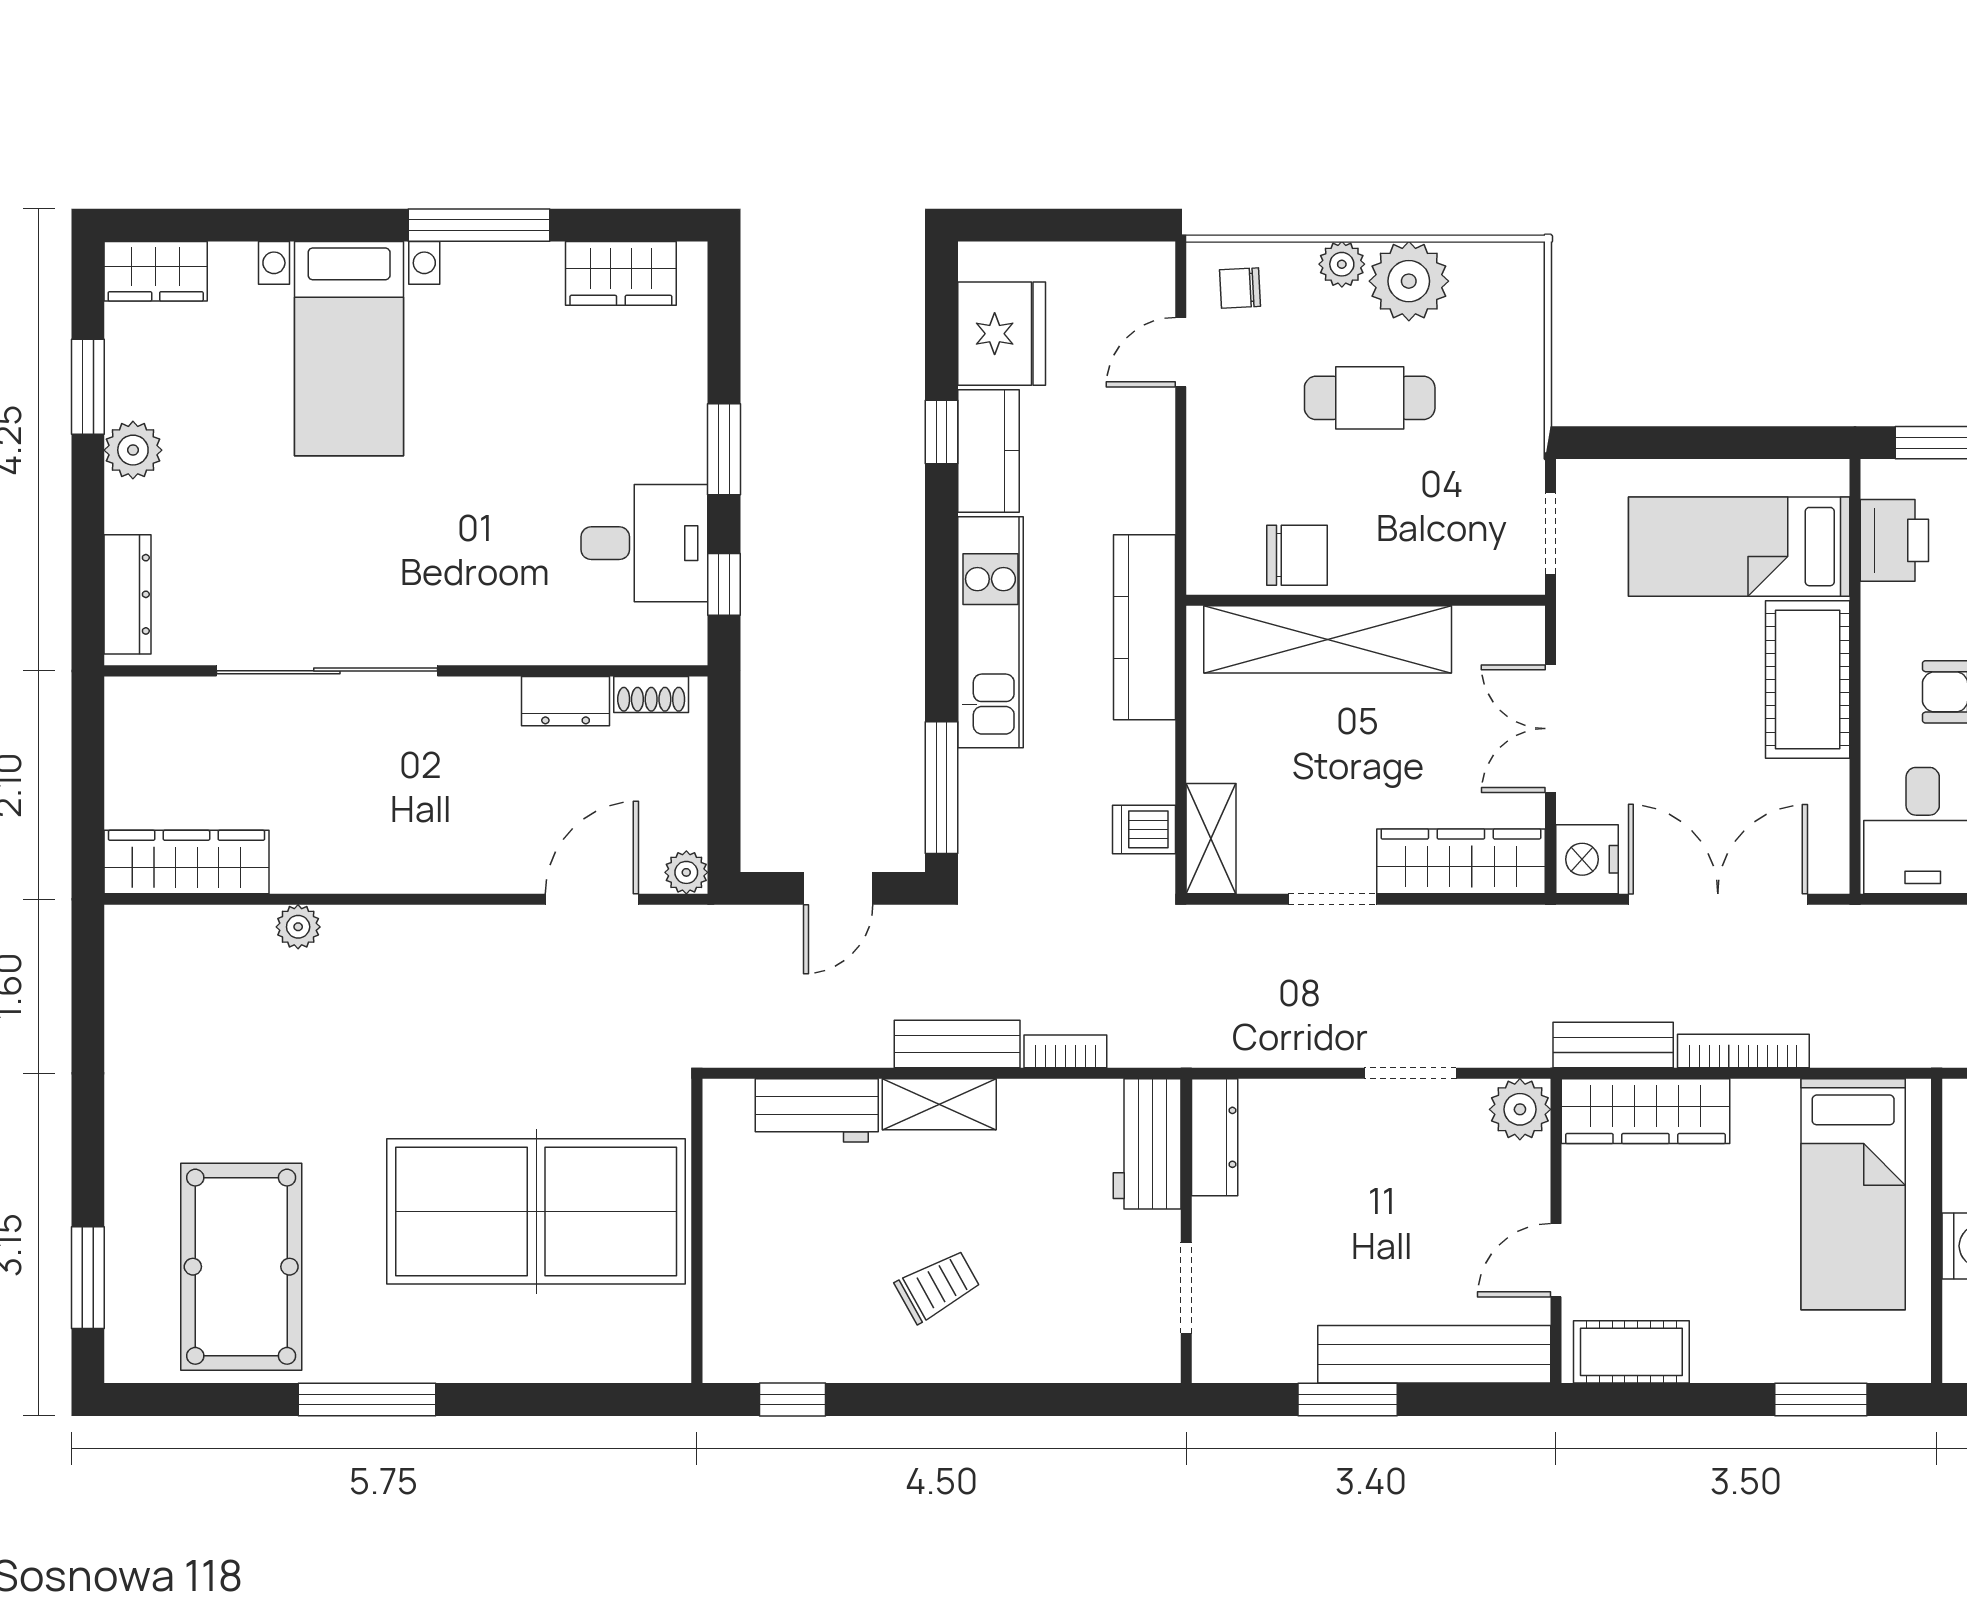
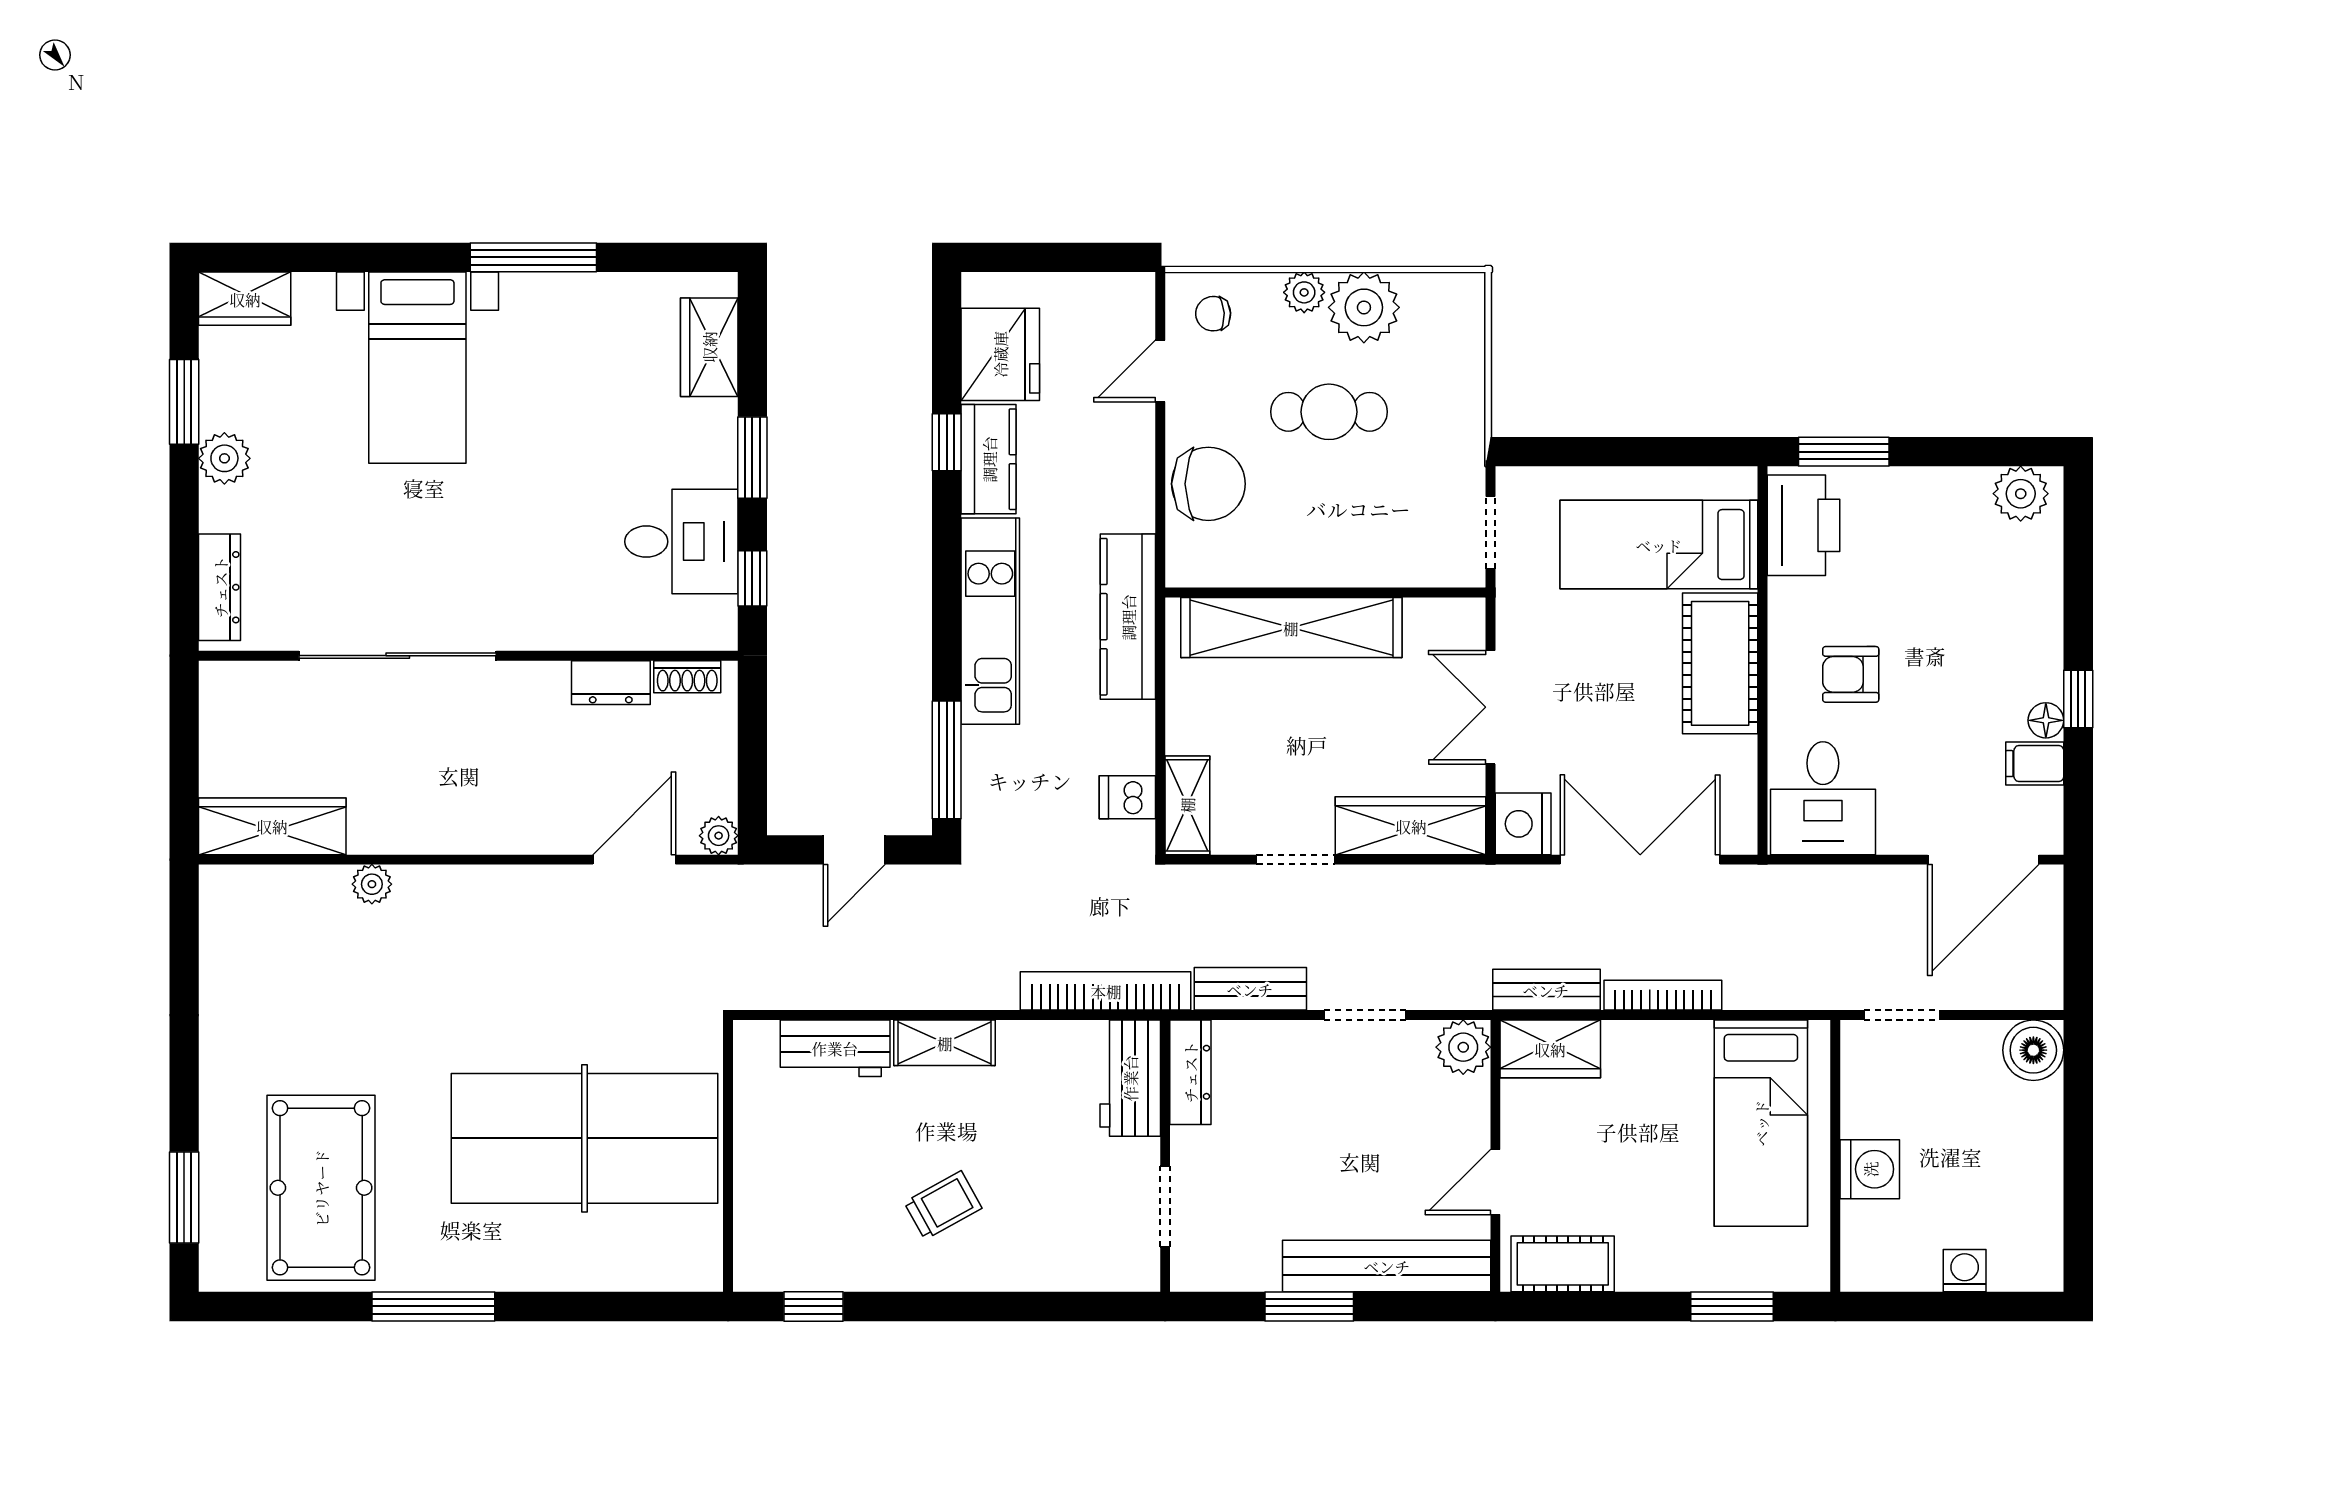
wardrobe: (621, 273) -> (709, 347), moved, turned 90
printer: (1894, 540) -> (1804, 525), width x1.37, depth x1.19
chair: (1297, 555) -> (1208, 484), moved, width x1.37, depth x1.37
bench: (957, 1044) -> (1250, 989), moved
bookcase: (1065, 1051) -> (1106, 991), width x2.31, depth x1.31
wardrobe: (1645, 1111) -> (1550, 1049), width x0.67

